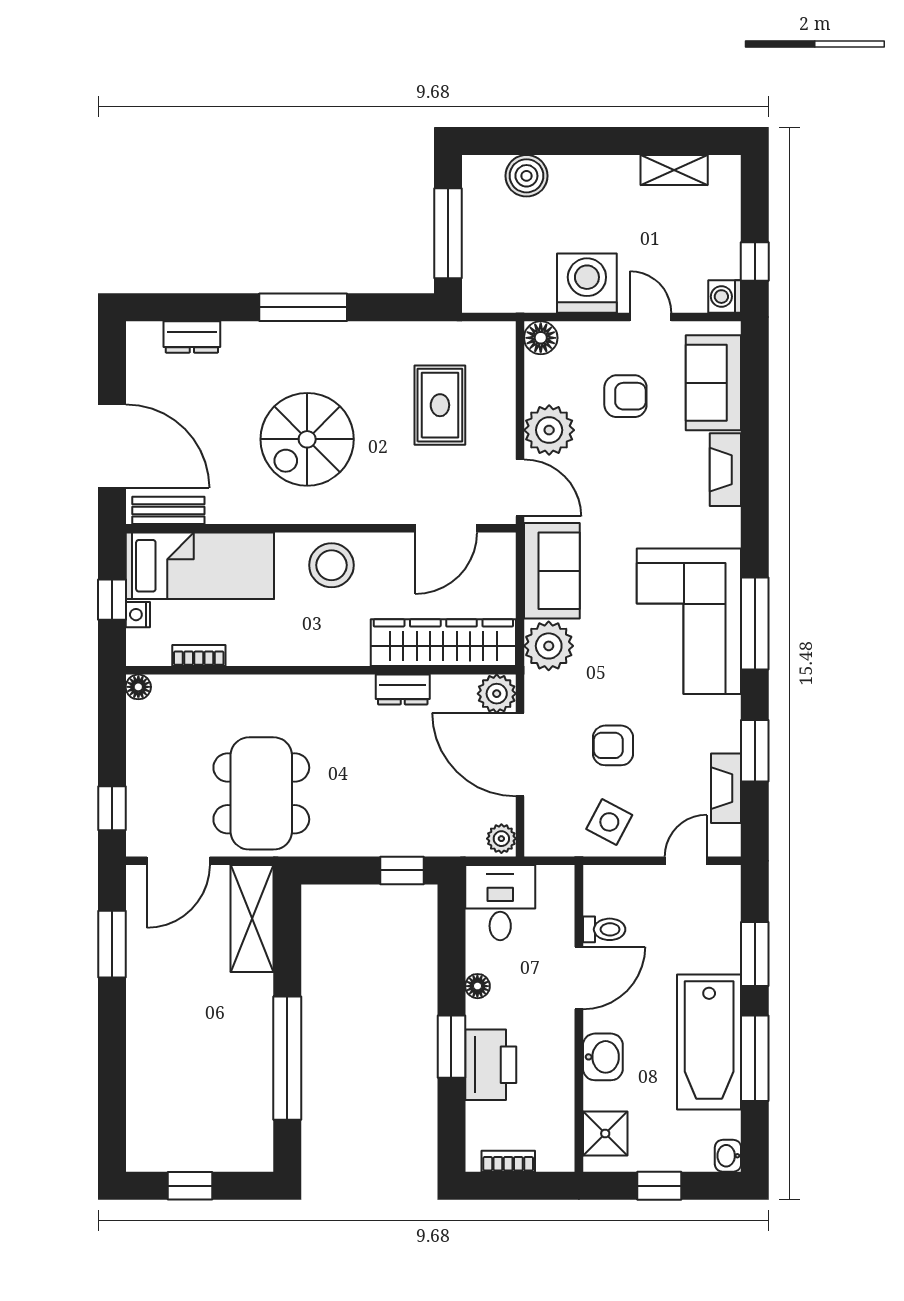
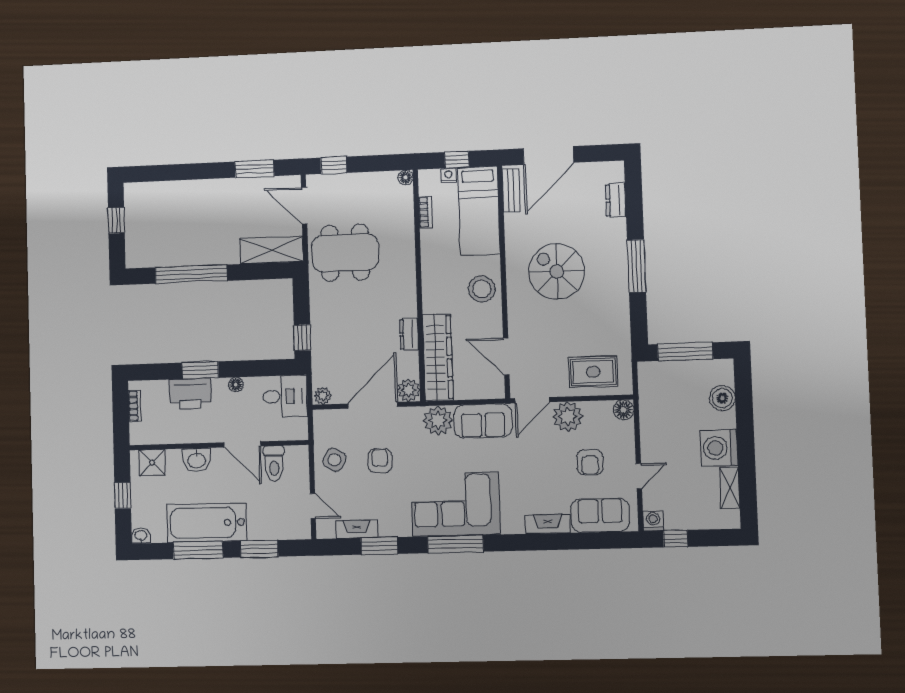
washing machine: (587, 283) -> (719, 448), moved, turned 180
rug: (440, 405) -> (593, 372), moved
toilet: (604, 929) -> (274, 463), width x1.37, depth x1.39

